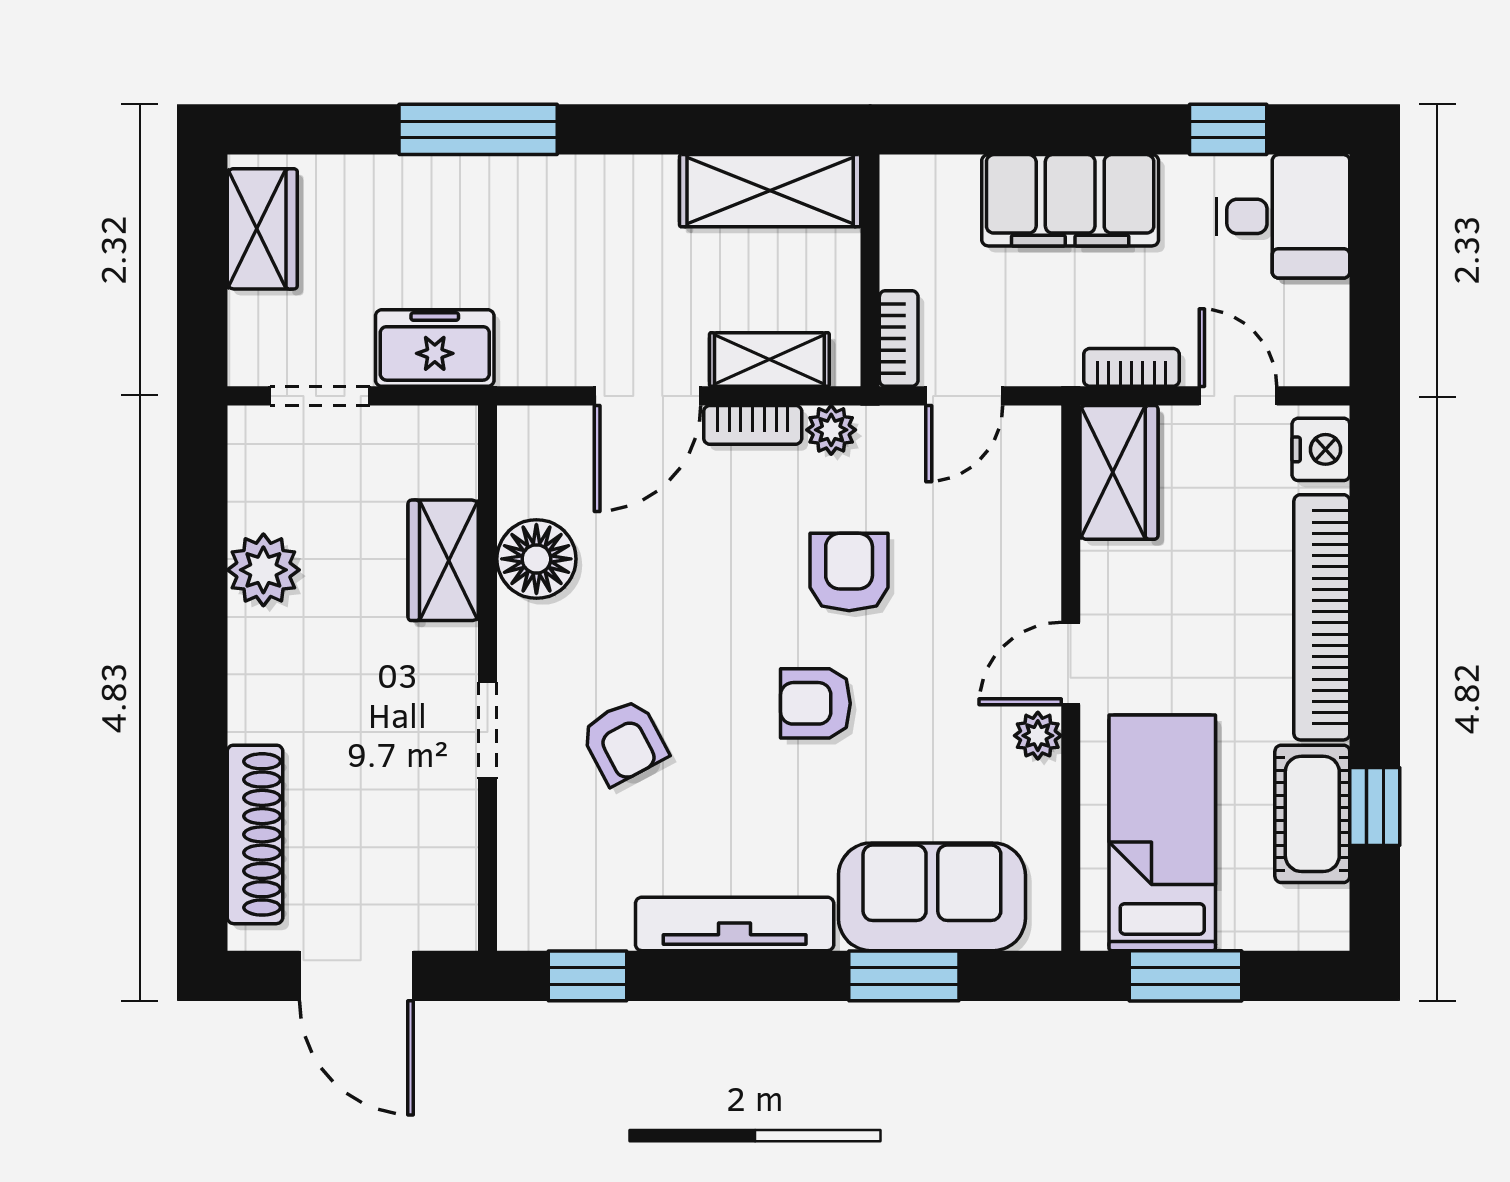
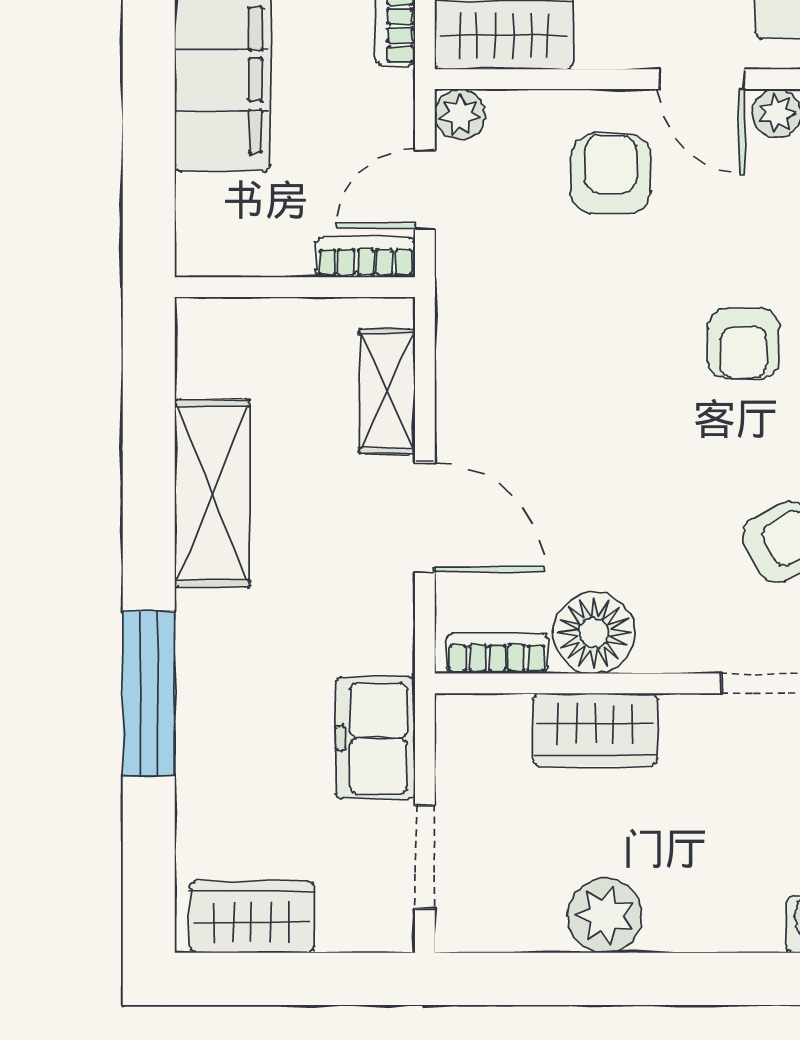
shelving: (770, 191) -> (212, 493), moved
door: (964, 396) -> (425, 189), swing flipped
bookcase: (753, 425) -> (497, 653), moved, turned -90
plant: (831, 430) -> (460, 114), moved
armchair: (849, 572) -> (611, 174), moved, turned 90

